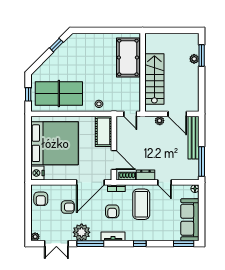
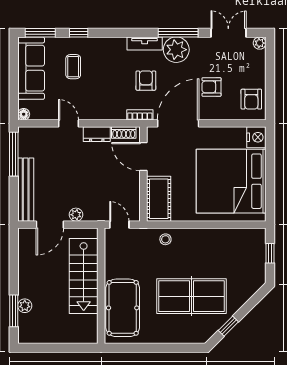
table tennis table: (59, 94) -> (192, 296), moved
door: (177, 114) -> (50, 225), swing flipped
armchair: (41, 199) -> (251, 99), turned 180
coffee table: (141, 204) -> (73, 67), moved, width x0.54, depth x0.58
plant: (82, 232) -> (176, 50), moved
window: (140, 244) -> (79, 33), moved

